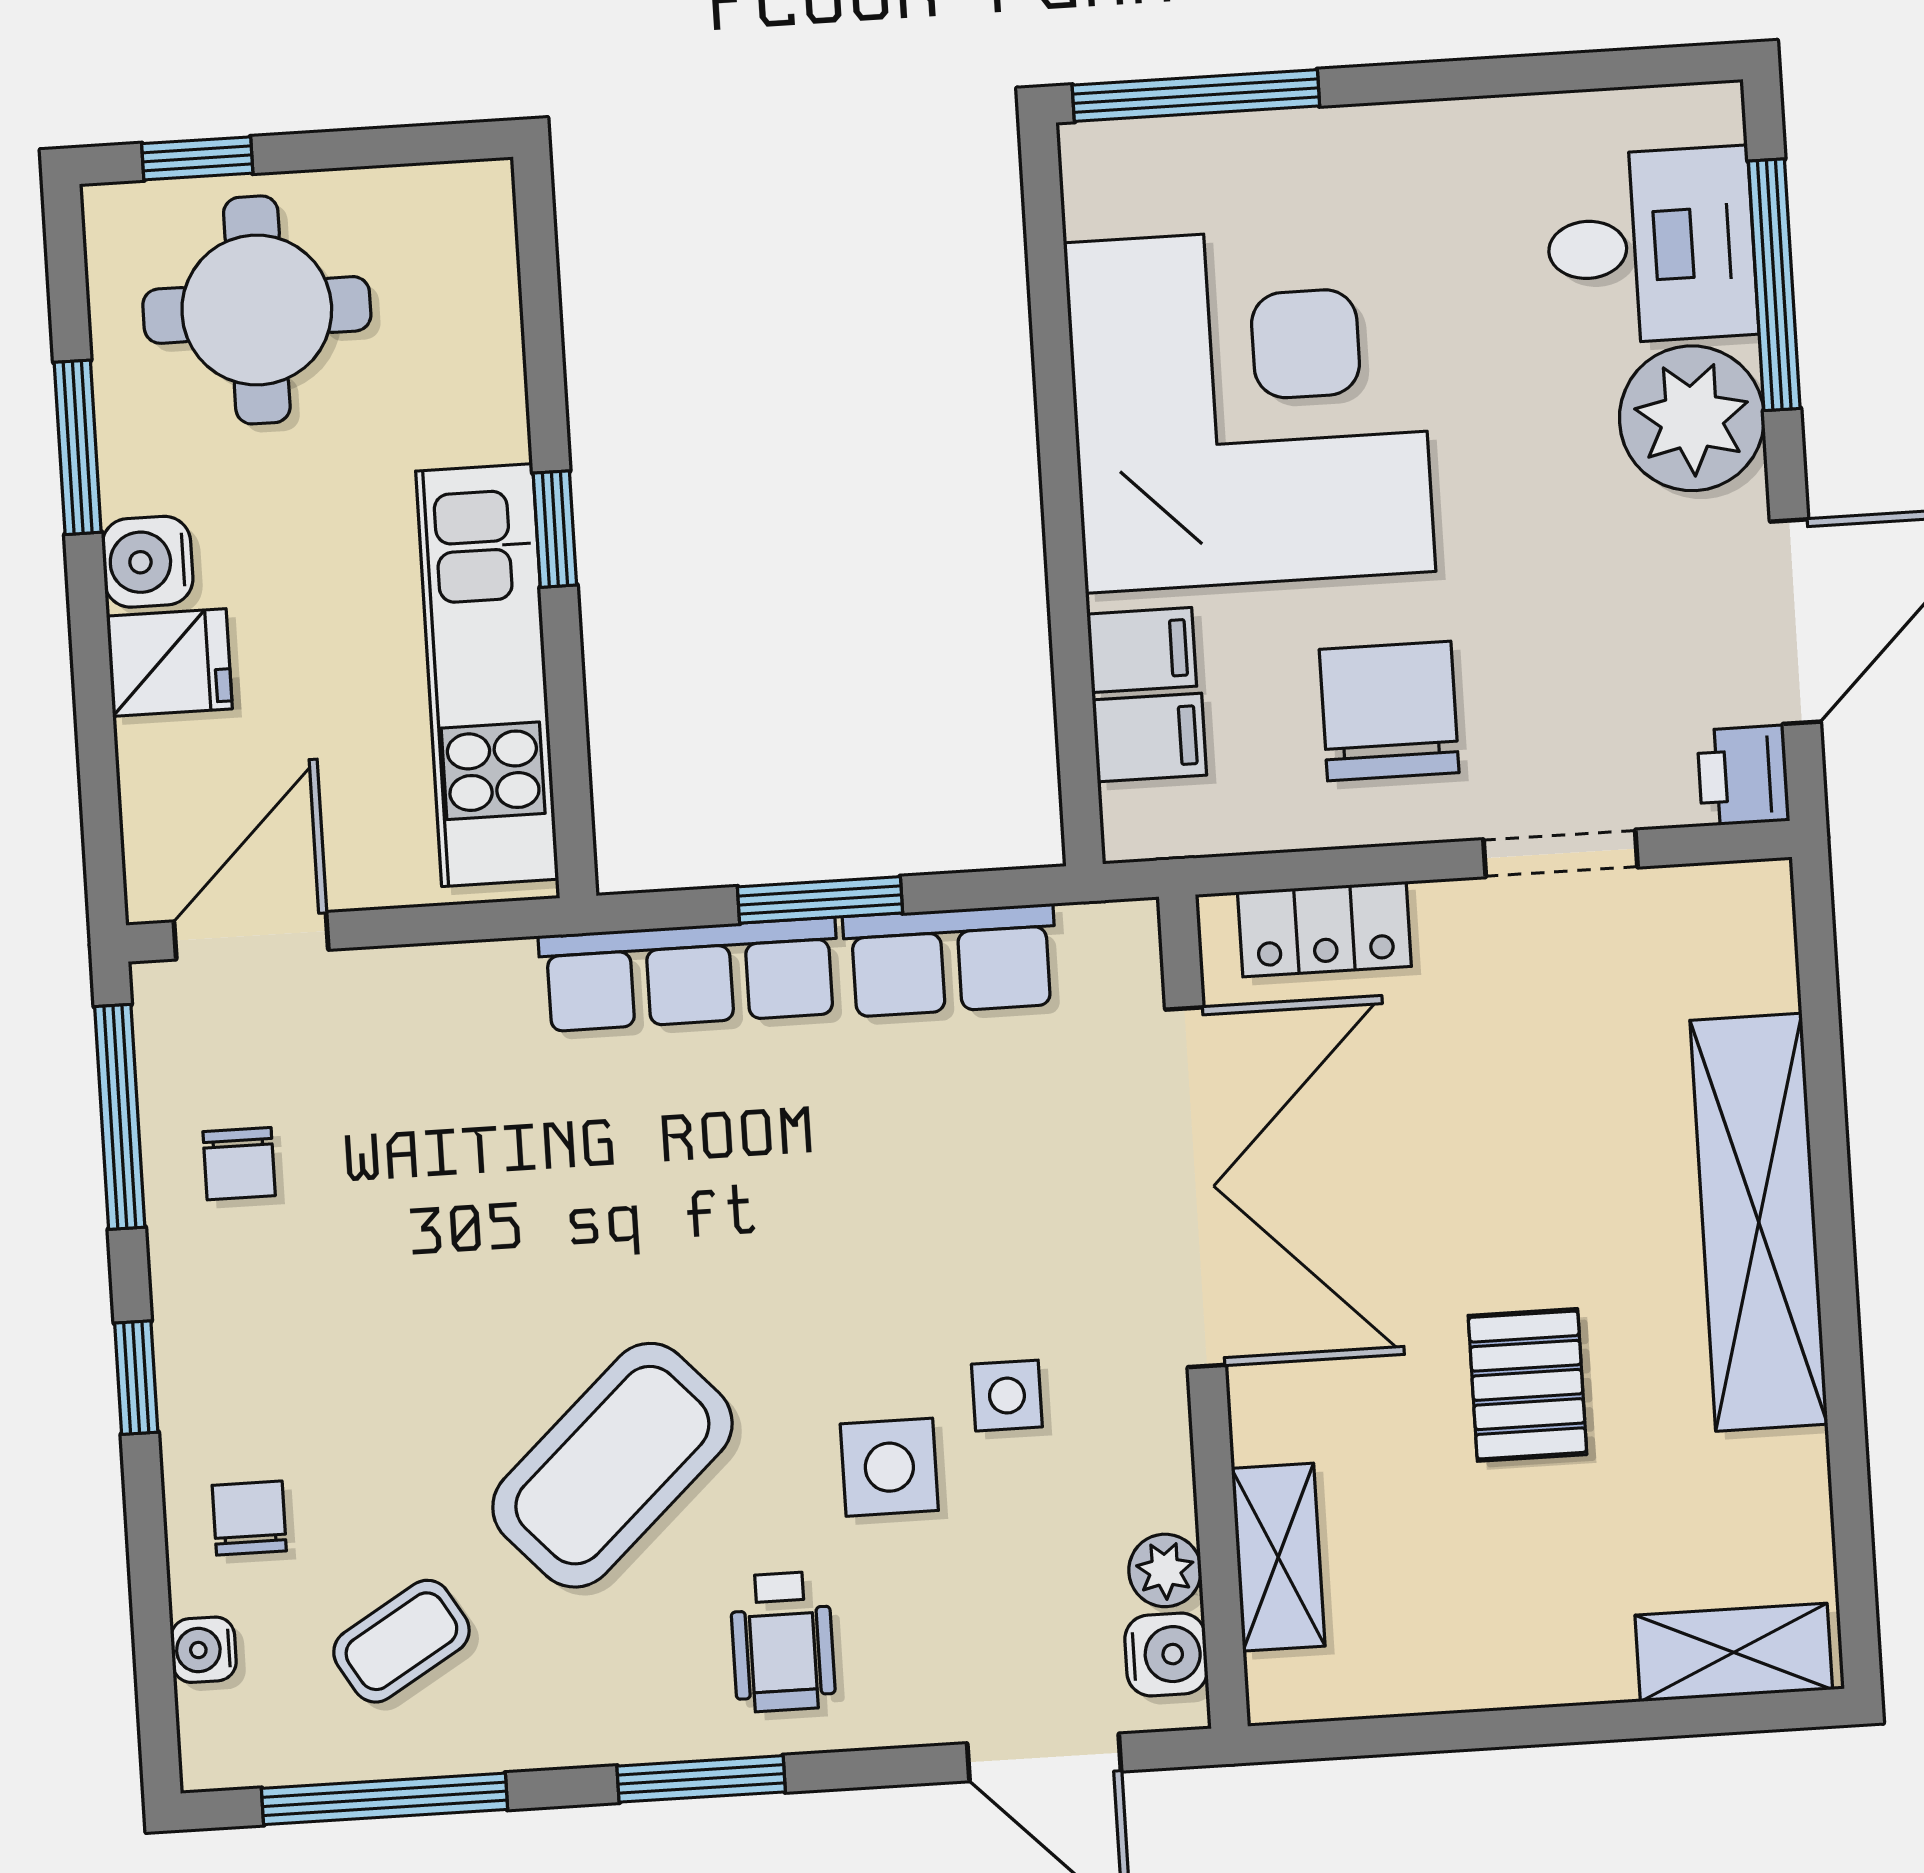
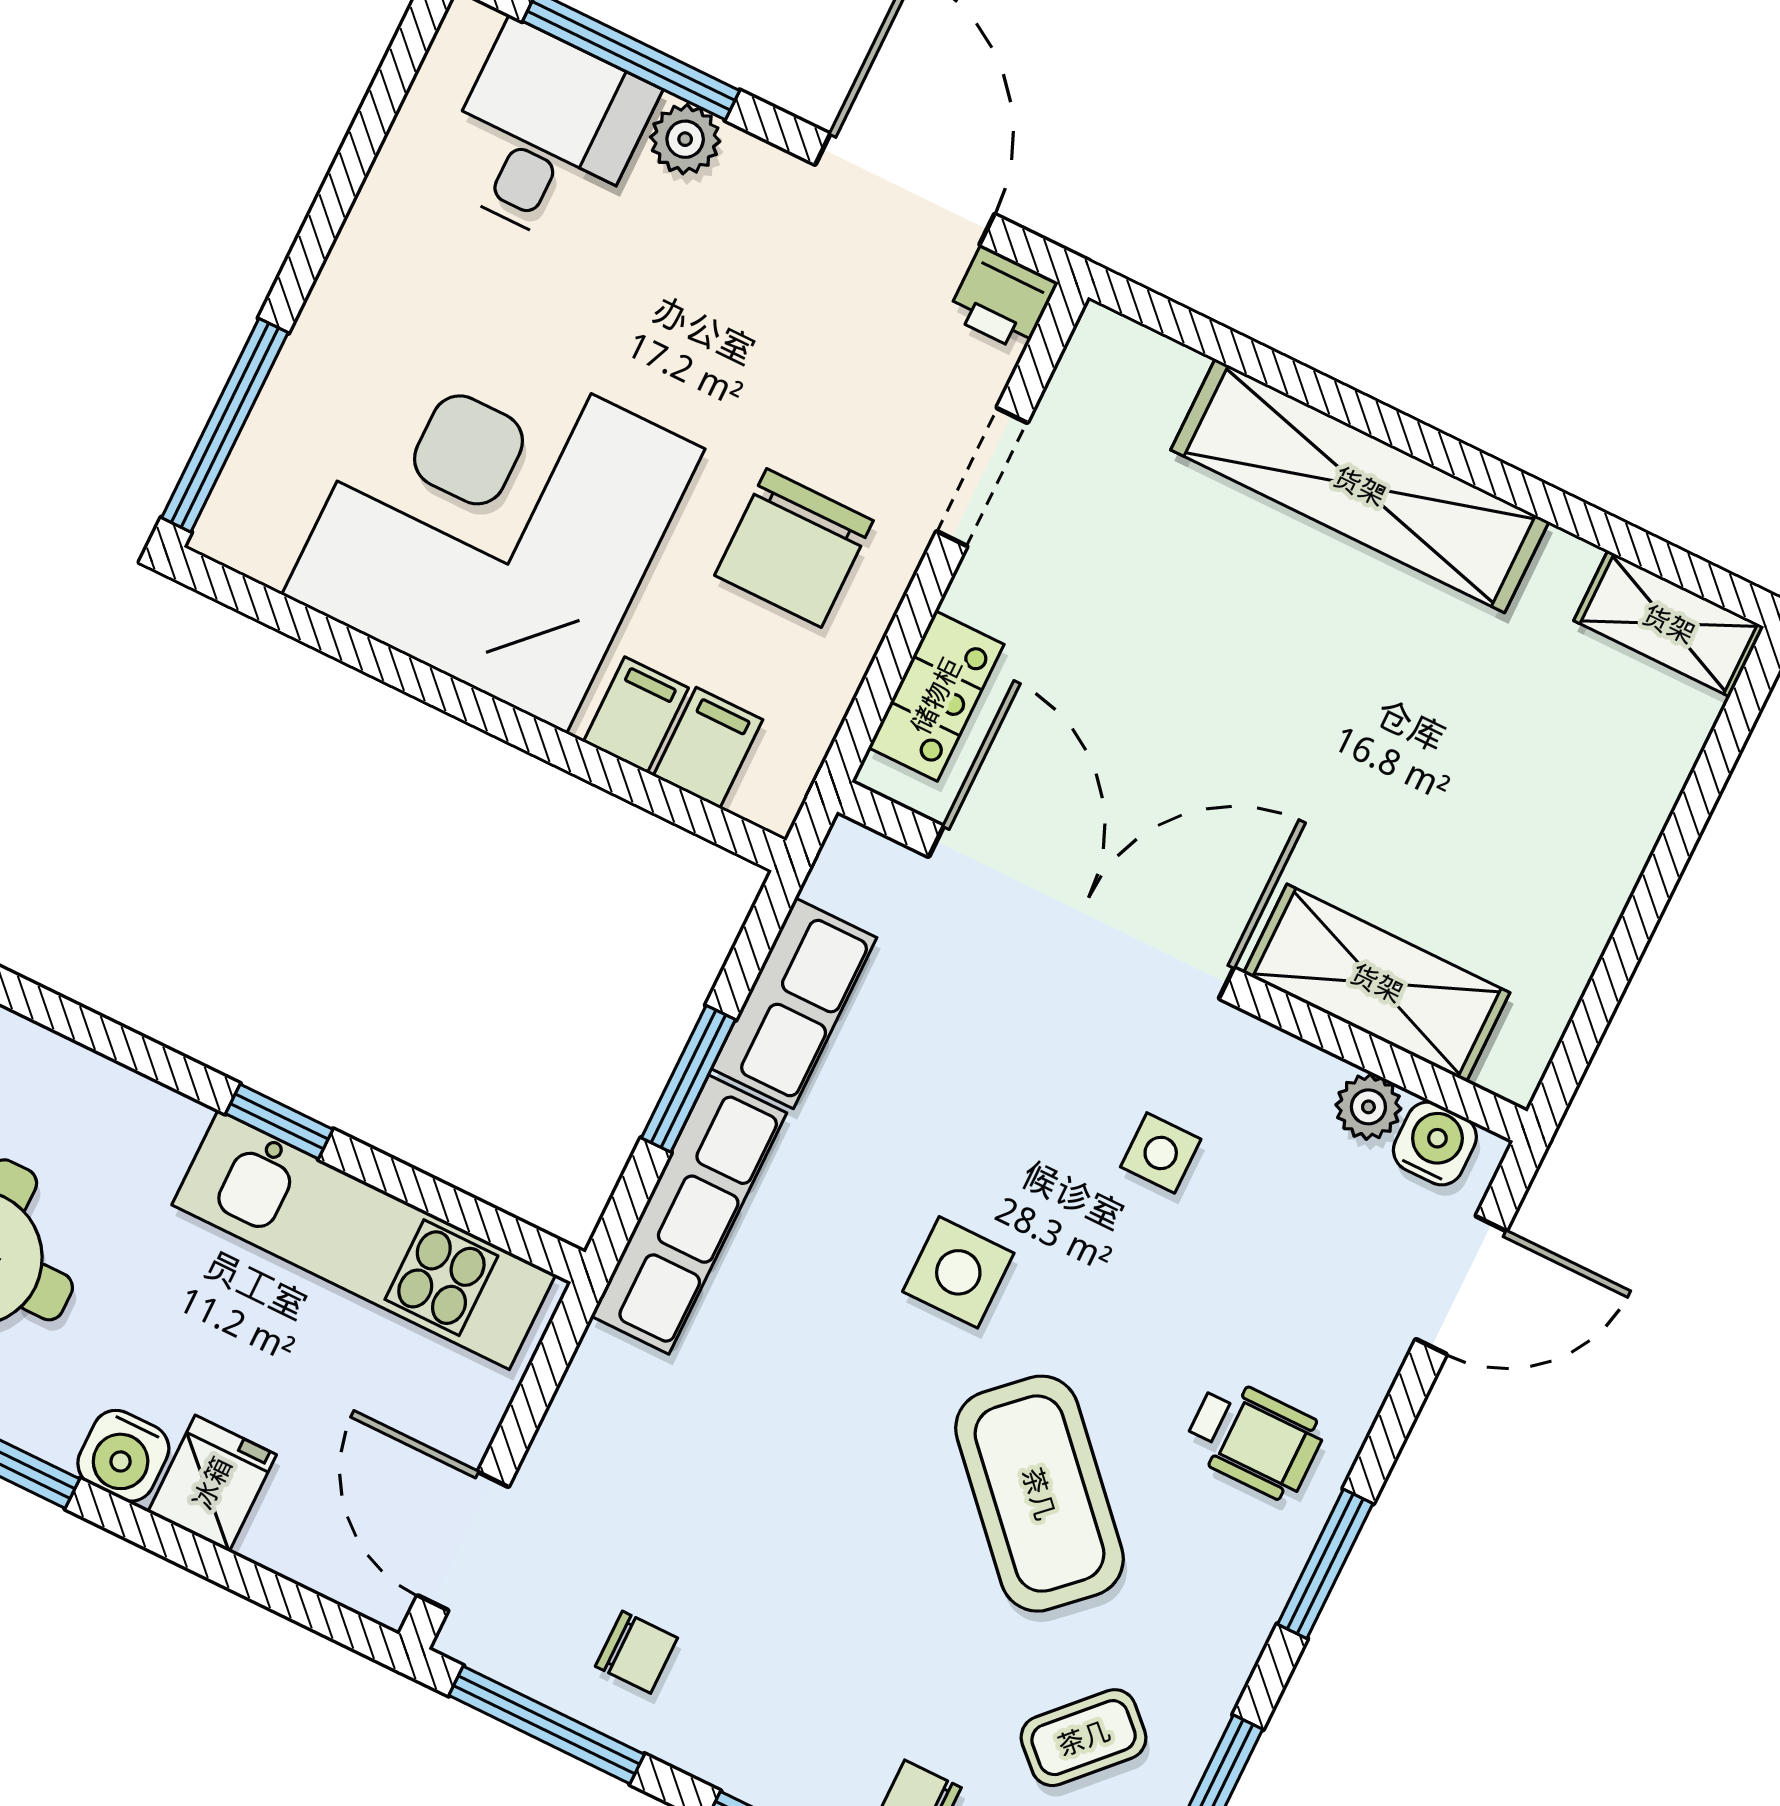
plant: (1692, 418) -> (685, 139), width x0.53, depth x0.53
chair: (1389, 711) -> (794, 548), turned -90
pallet: (1527, 1385) -> (1384, 740), removed
side table: (889, 1467) -> (958, 1272), moved
shelving: (1278, 1557) -> (1377, 983), width x1.50, depth x1.33
coffee table: (401, 1641) -> (1084, 1738), turned 75
shelving: (1734, 1652) -> (1669, 624), moved, turned 90

